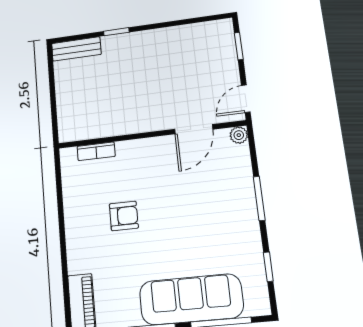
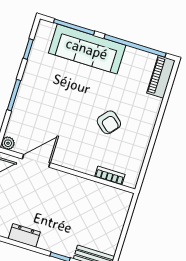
dresser: (169, 37) -> (24, 235), added
armchair: (124, 216) -> (109, 122), turned -140

